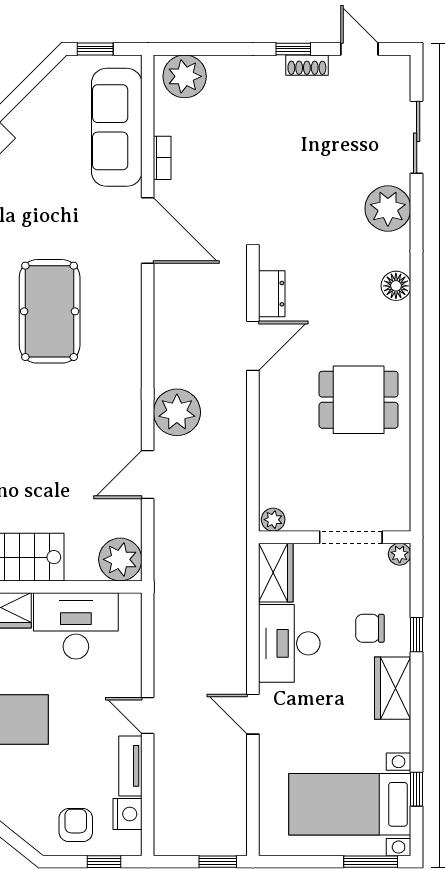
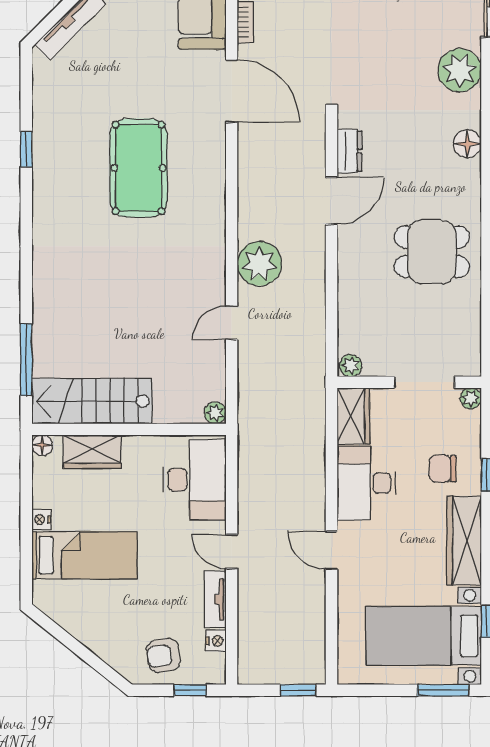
door: (148, 474) -> (232, 323), width x0.73
plant: (120, 559) -> (215, 413), width x0.53, depth x0.53
desk: (76, 626) -> (195, 480), moved, turned 90
wardrobe: (393, 688) -> (464, 540), width x1.50
nightstand: (127, 814) -> (216, 641), width x0.72, depth x0.74
armchair: (76, 825) -> (163, 655), turned -99

